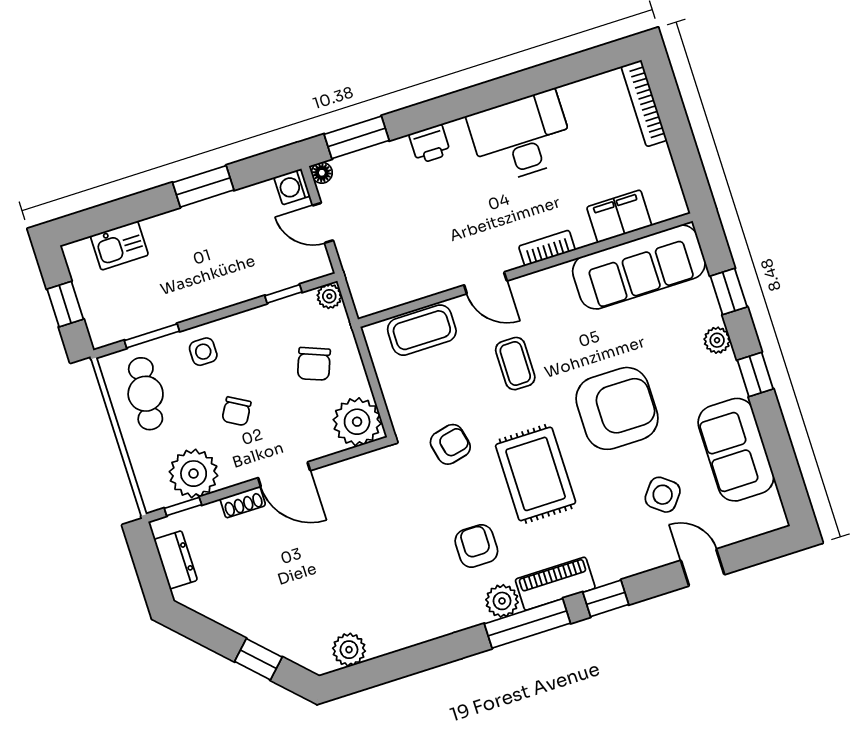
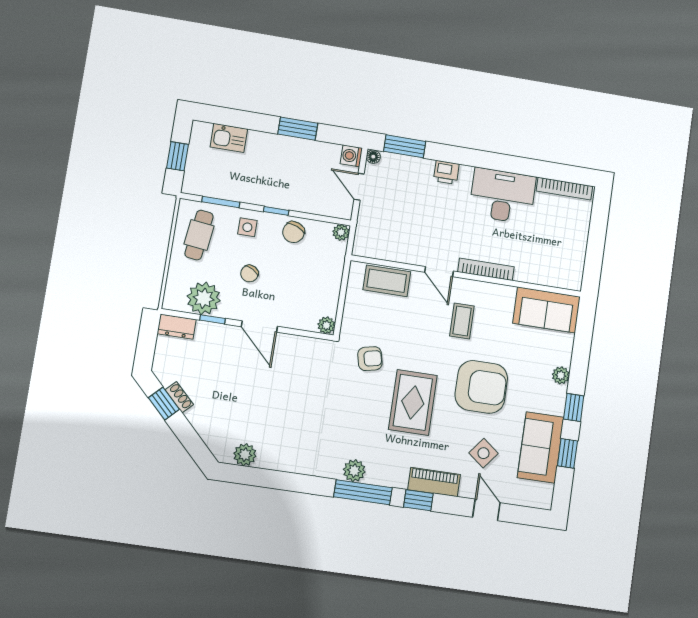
bookcase: (644, 103) -> (564, 189), moved, turned -90
filing cabinet: (619, 216) -> (538, 272), removed
bookcase: (547, 248) -> (486, 269), width x1.56
sofa: (639, 267) -> (546, 310), width x0.73
window: (729, 291) -> (567, 453), moved
window: (283, 294) -> (276, 211), moved
chair: (314, 364) -> (294, 232), moved
coffee table: (515, 364) -> (462, 321), moved
plant: (357, 422) -> (326, 325), width x0.53, depth x0.53
shoe rack: (243, 502) -> (179, 397), moved, turned -135
window: (183, 507) -> (213, 319), moved
armchair: (476, 546) -> (355, 429), removed
dresser: (176, 560) -> (177, 327), moved, turned 90
piano: (555, 584) -> (434, 482), moved
window: (258, 659) -> (164, 404), moved

